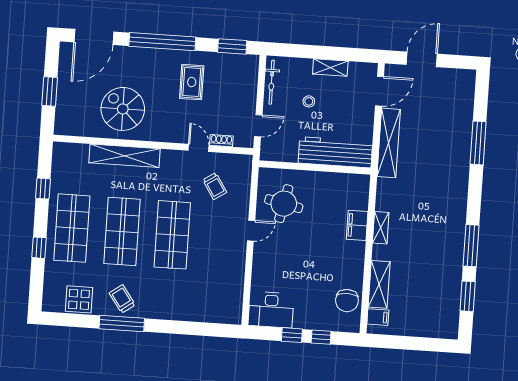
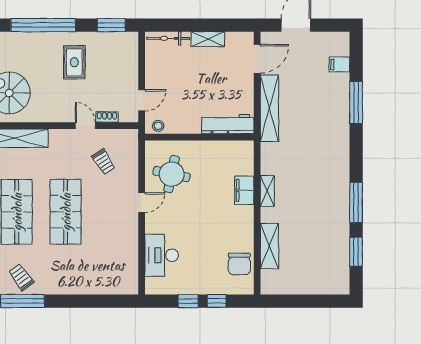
bicycle: (272, 82) -> (168, 38), moved, turned 90
stool: (309, 101) -> (158, 126), moved
workbench: (335, 152) -> (228, 124), width x0.73, depth x0.76
desk: (271, 310) -> (162, 255), moved, turned 90
filing cabinet: (378, 317) -> (339, 64), moved, turned 180

